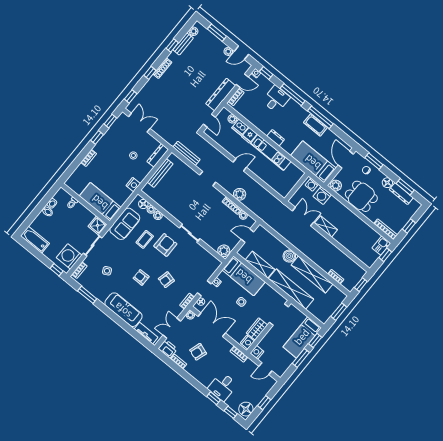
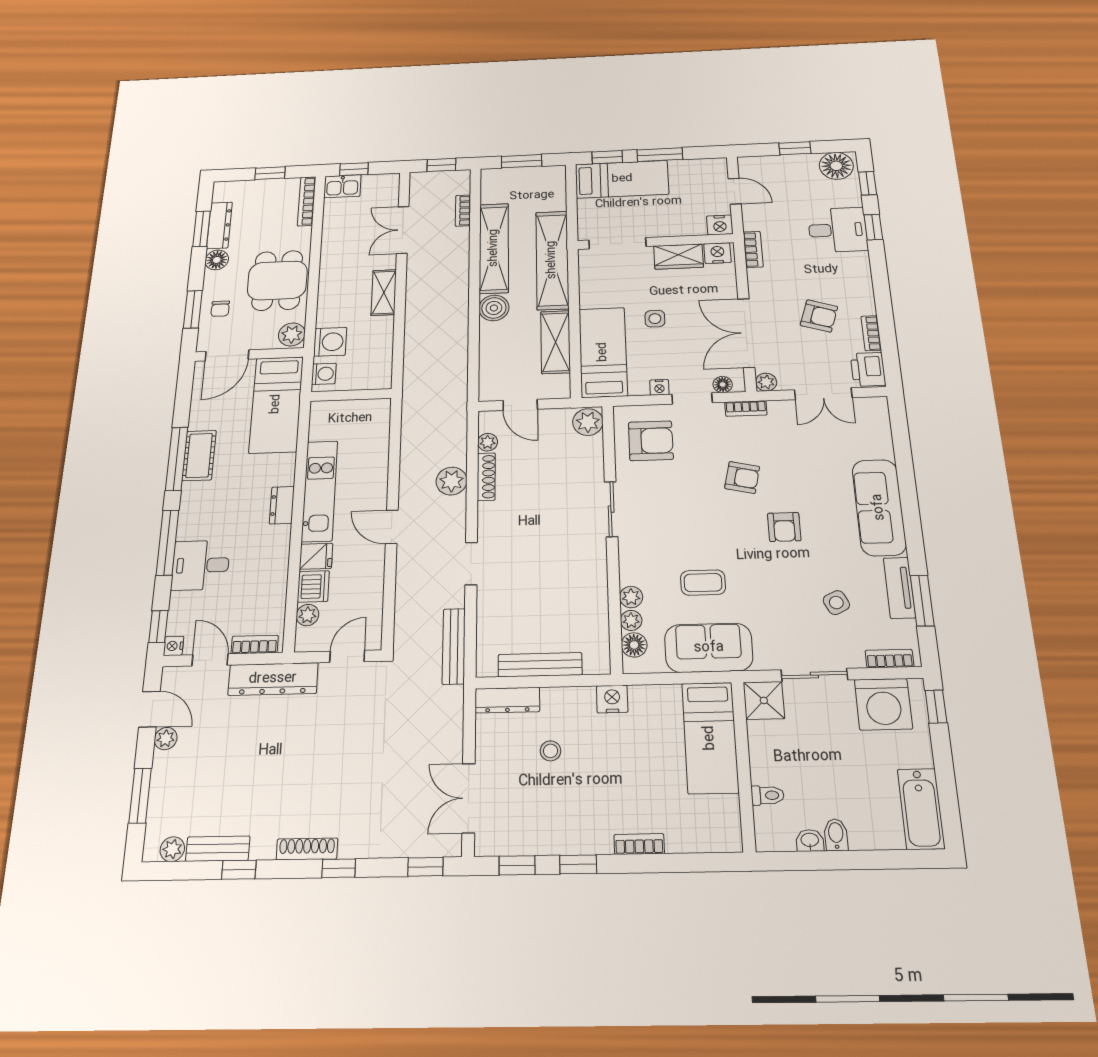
double door: (303, 217) -> (403, 230), moved
armchair: (165, 245) -> (651, 441), moved, turned 180
tv unit: (146, 333) -> (899, 588), moved

